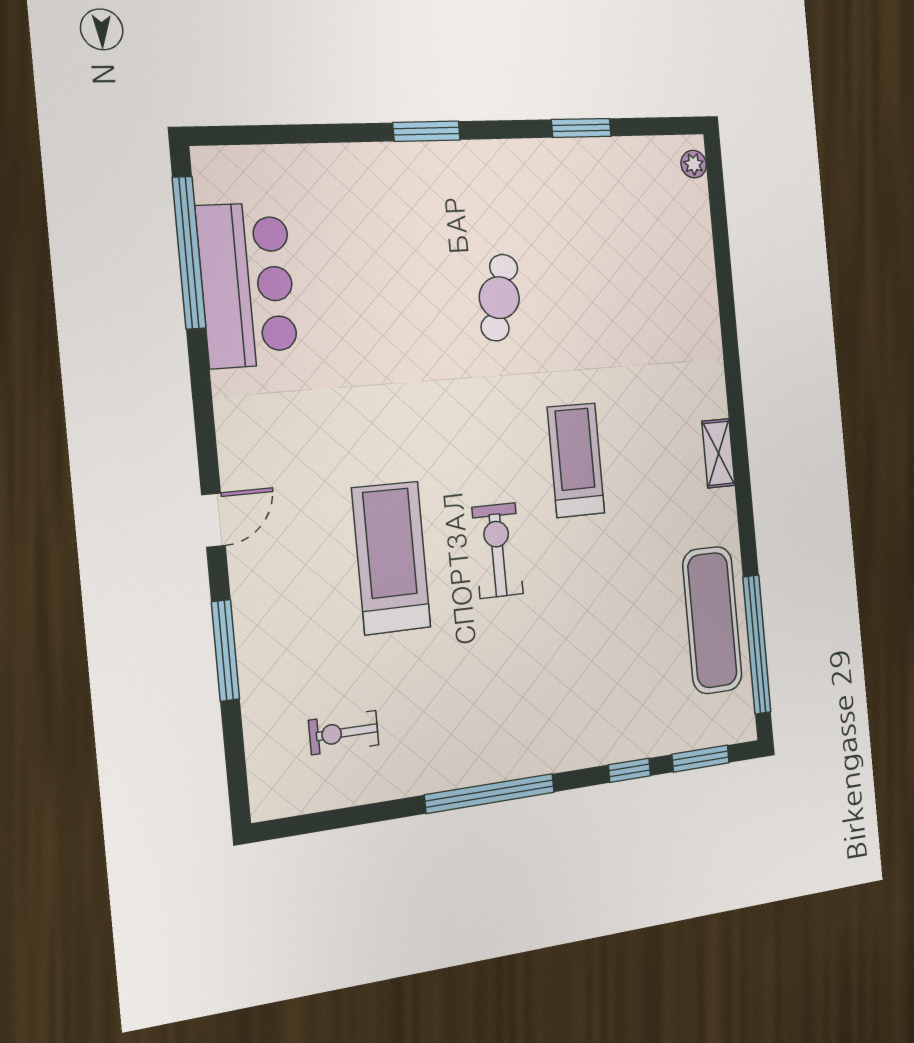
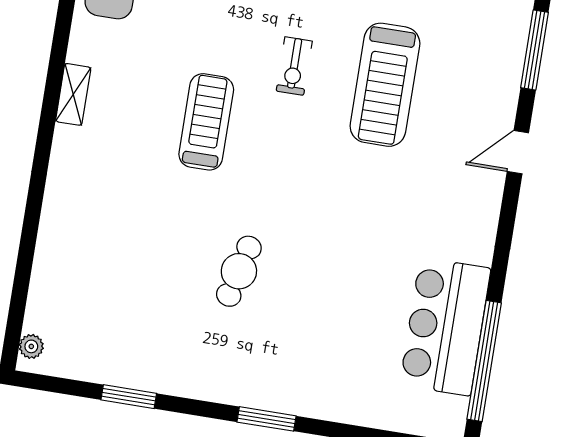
treadmill: (576, 460) -> (206, 122), turned 180
exercise bike: (498, 551) -> (294, 66), width x0.73, depth x0.72

